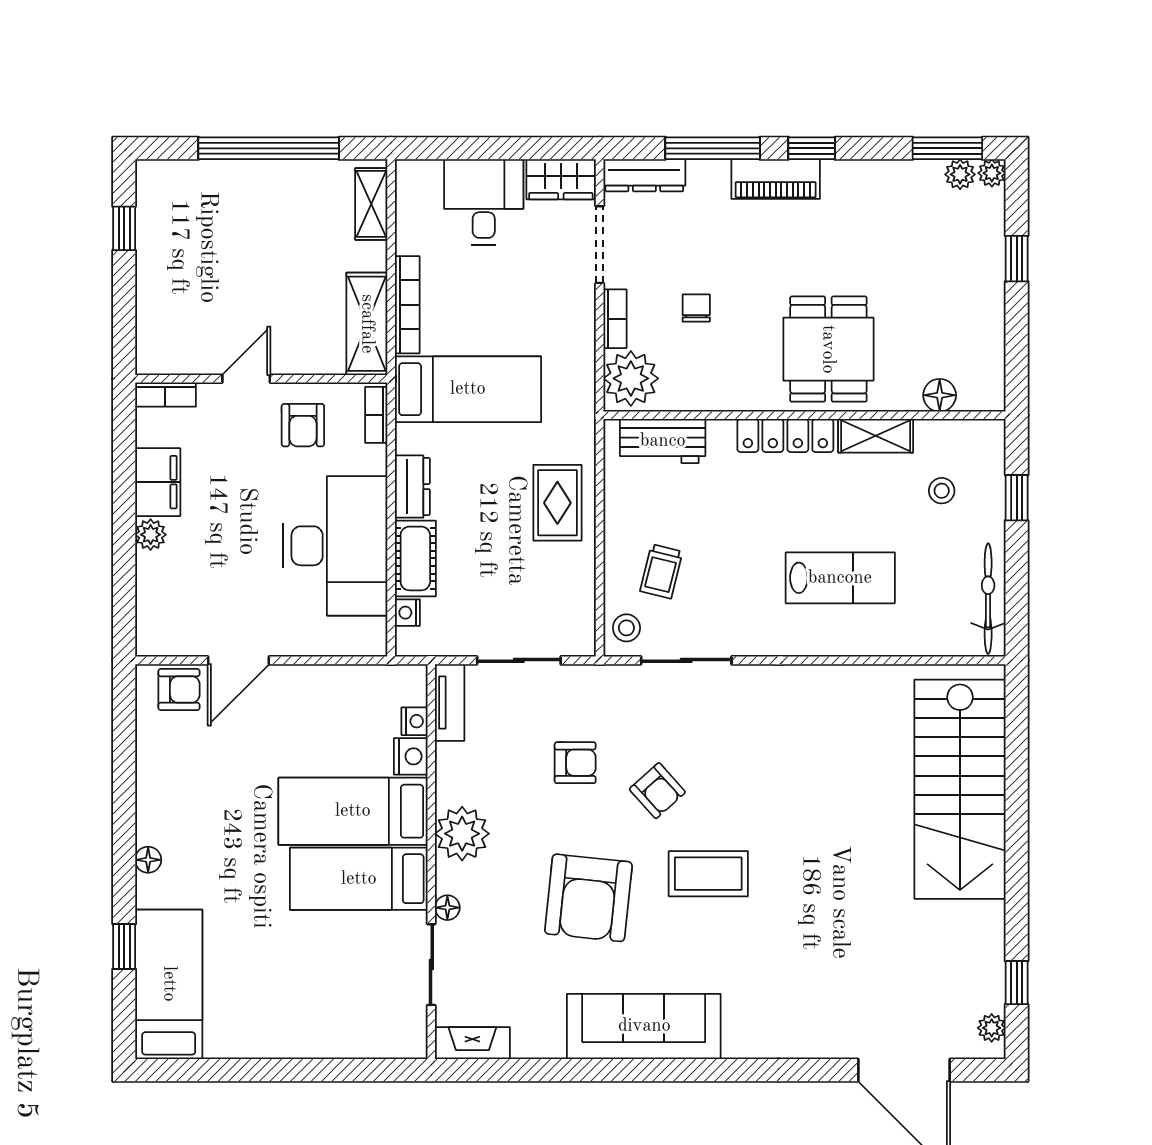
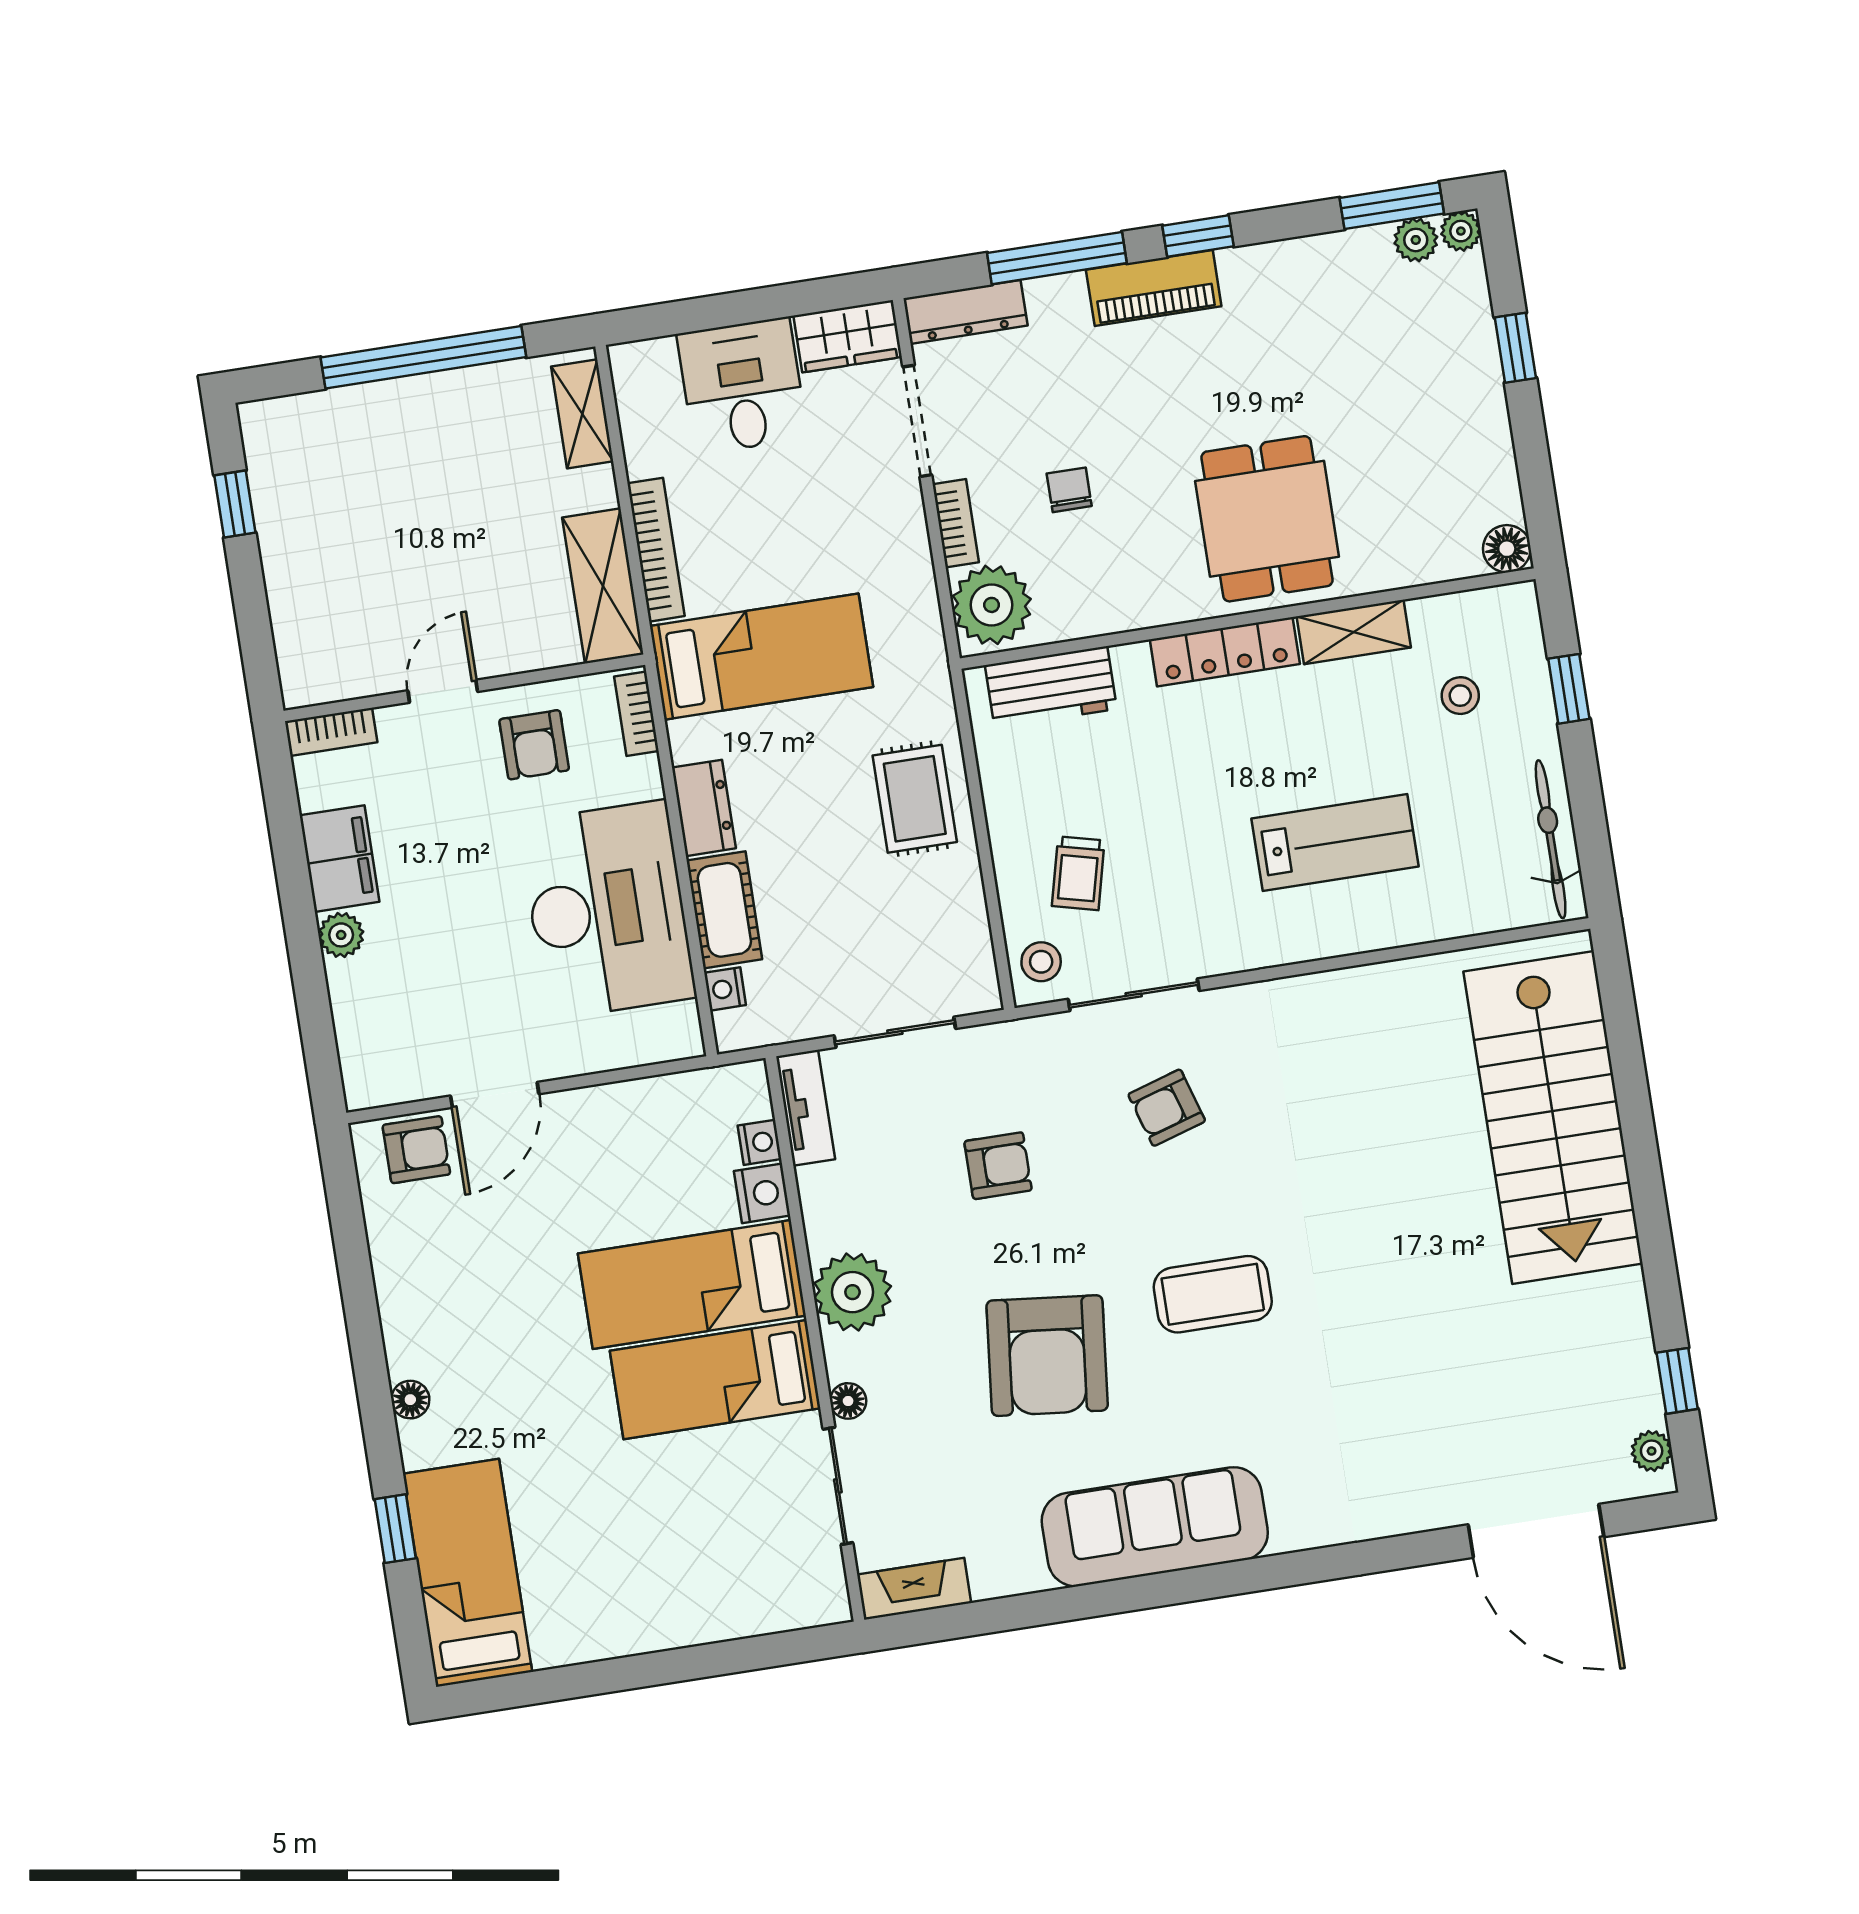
floor lamp: (940, 395) -> (1507, 549), moved
armchair: (657, 791) -> (1167, 1108), moved, turned 115

